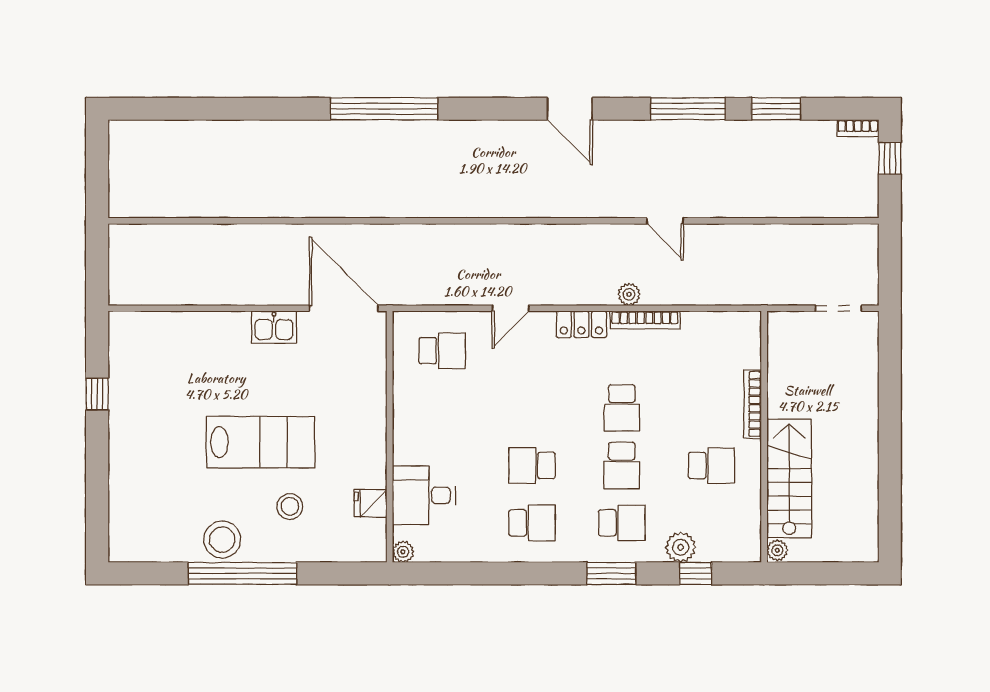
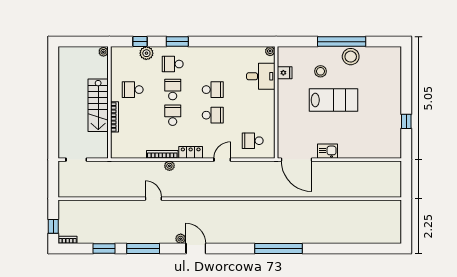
plant: (604, 131) -> (181, 239), added
lab bench: (260, 442) -> (334, 100), turned 180
stairs: (789, 478) -> (98, 105), moved
school desk: (532, 523) -> (213, 115), moved, turned 180

